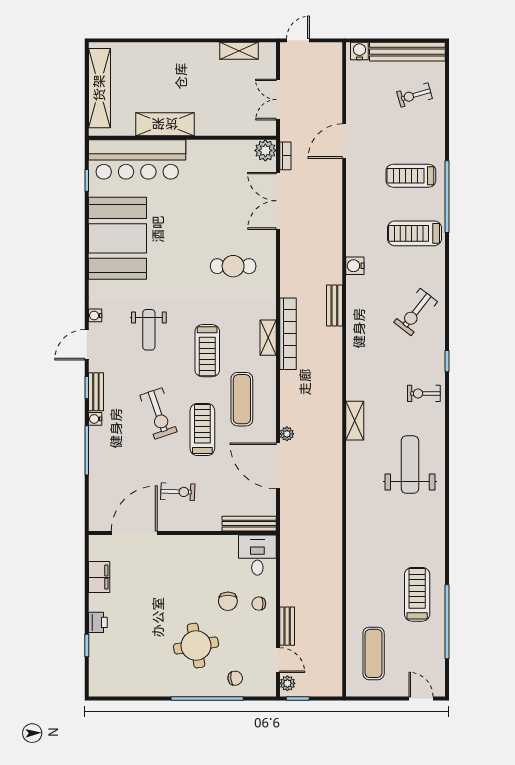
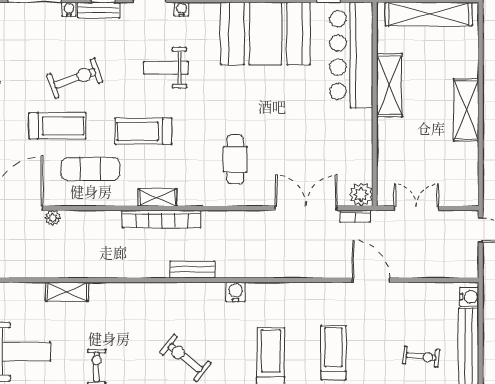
shelving: (239, 51) -> (466, 110), moved, width x1.50, depth x1.33
exercise bike: (414, 95) -> (421, 357), turned 112
exercise bike: (158, 413) -> (75, 78), turned 180

